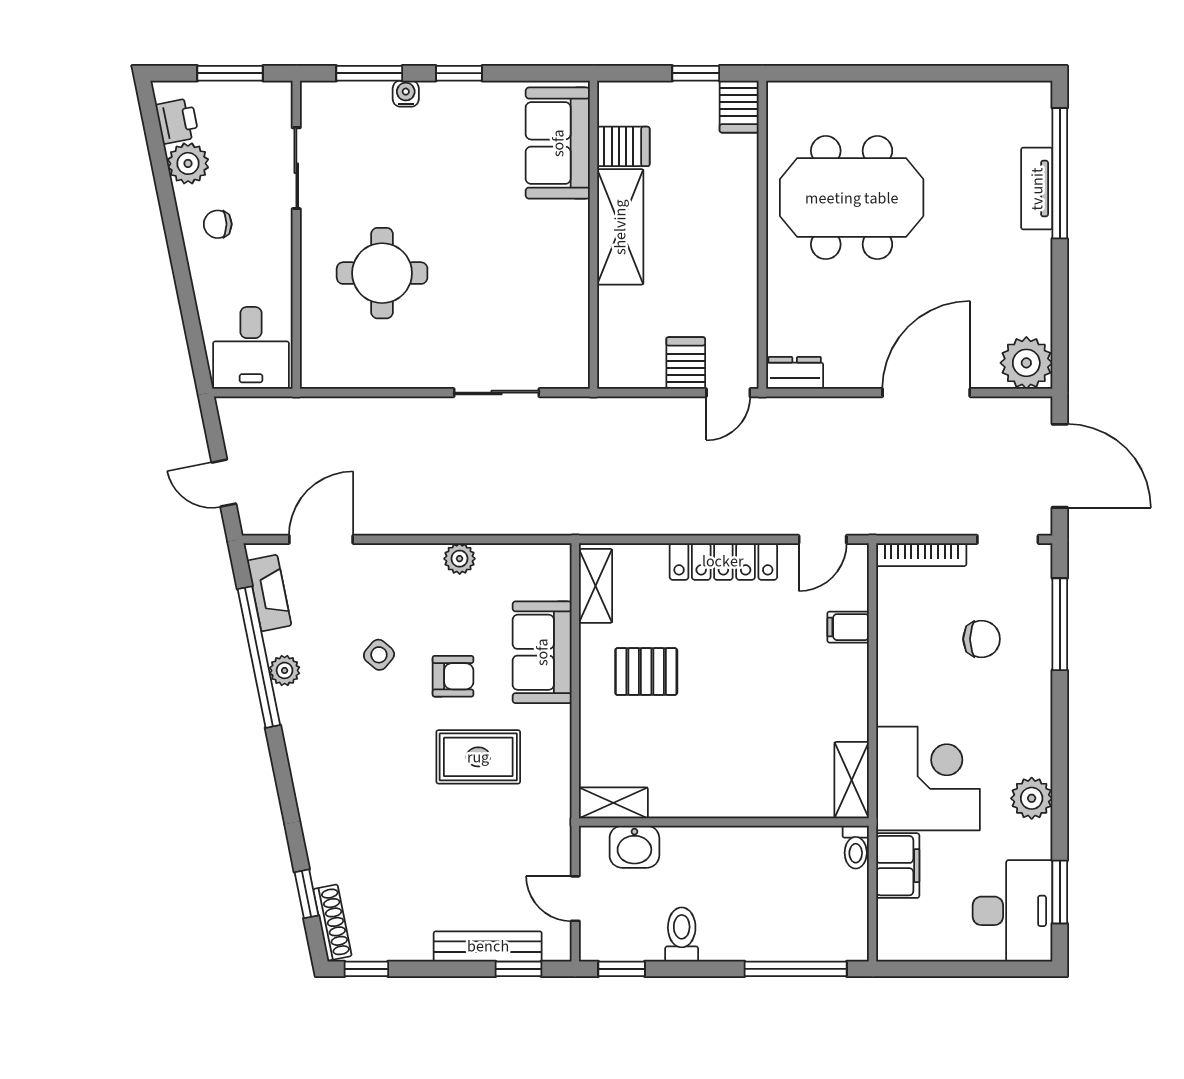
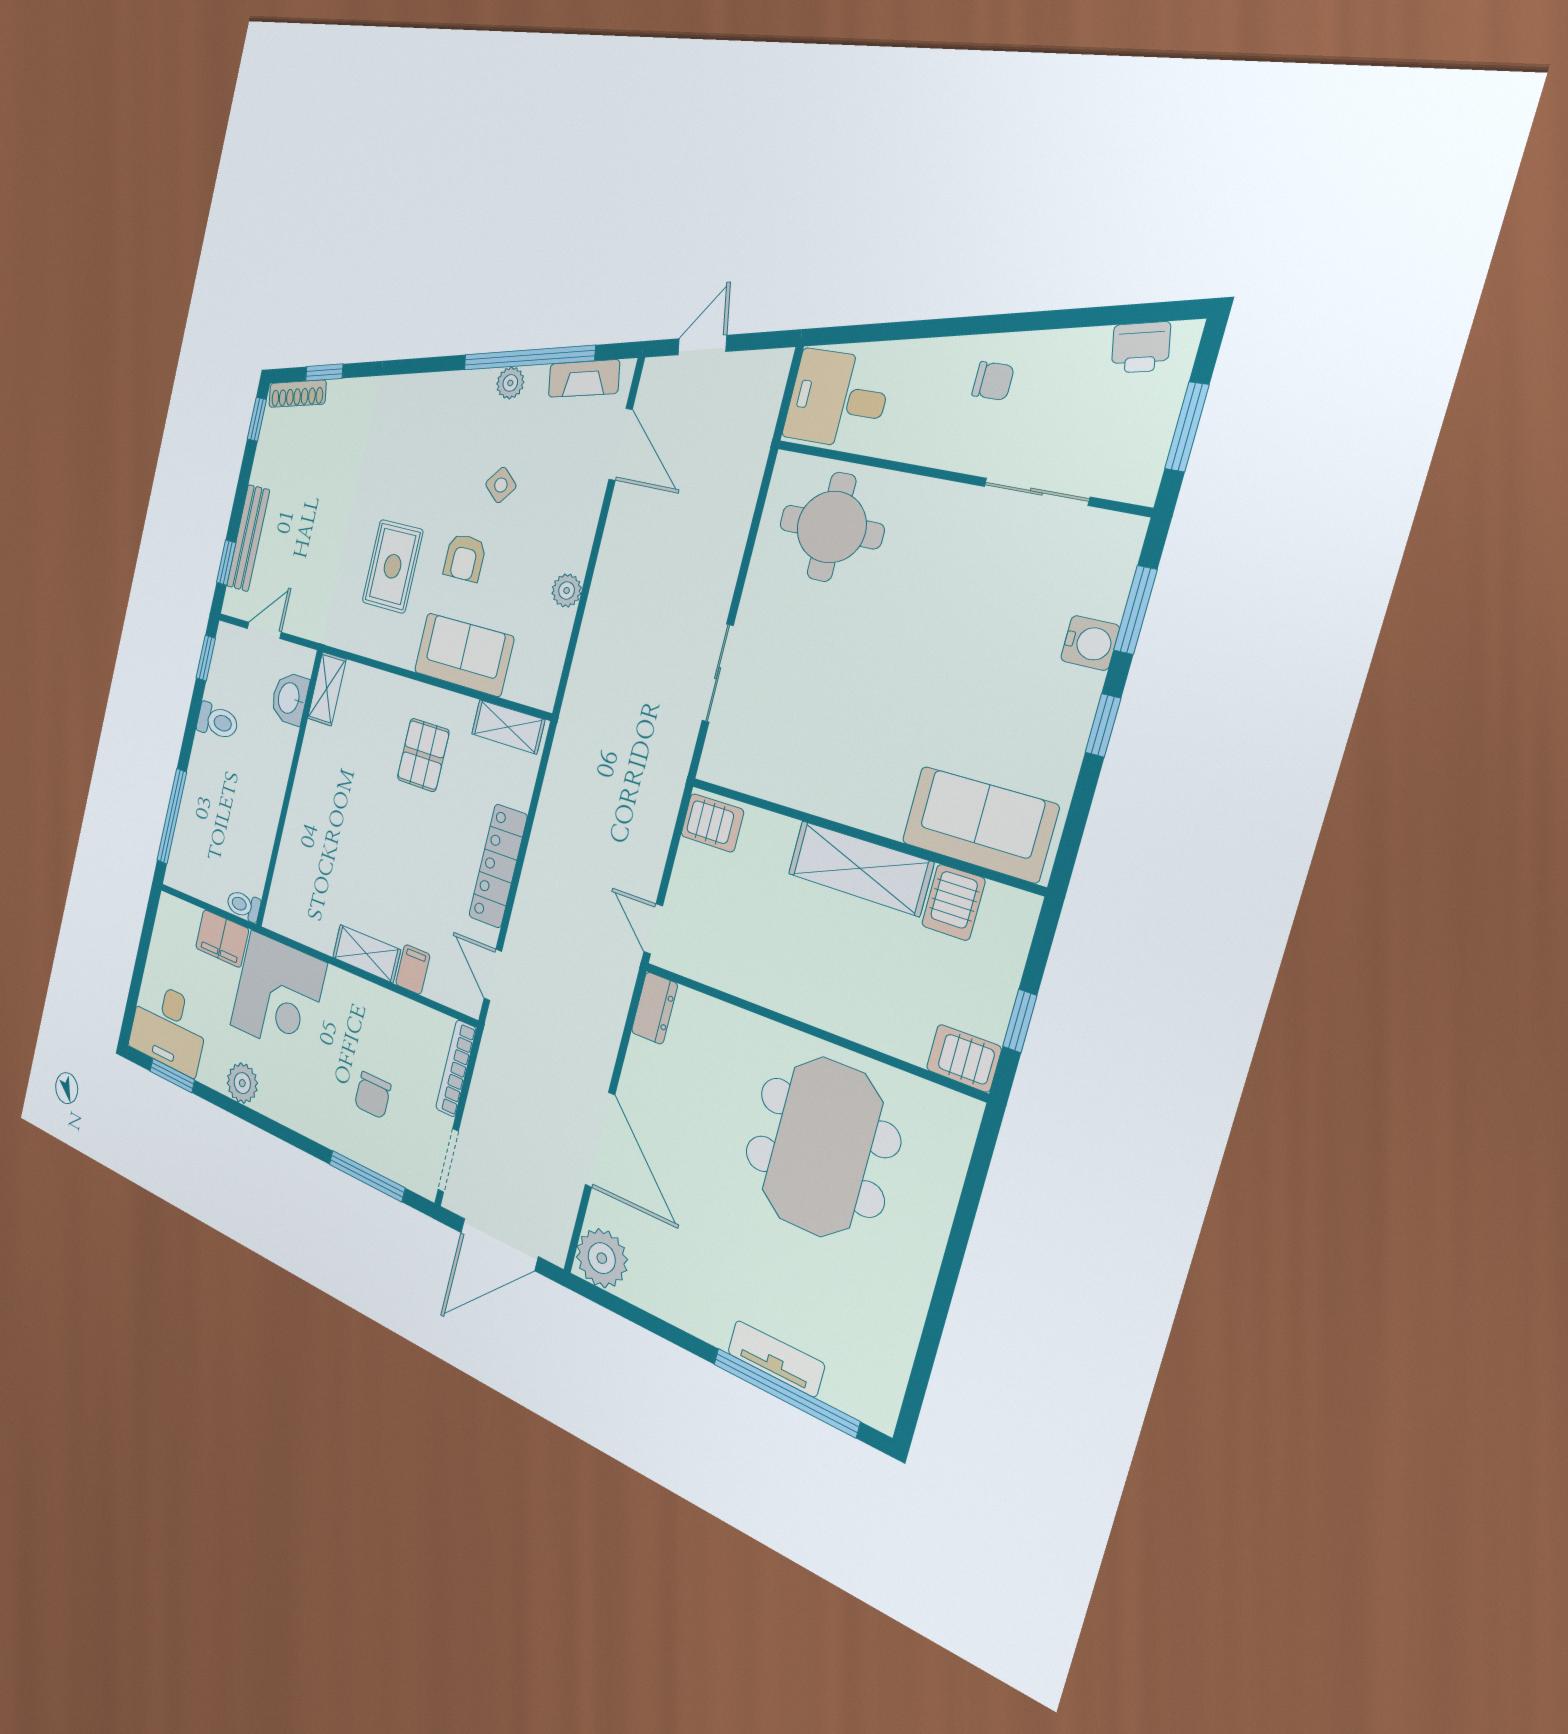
water cooler: (406, 94) -> (1090, 643), width x1.38, depth x1.38
plant: (188, 163) -> (1080, 354), removed
chair: (218, 224) -> (993, 381), turned 90
round table: (382, 273) -> (831, 527), moved
server rack: (686, 363) -> (712, 823), moved
shelving: (852, 780) -> (366, 954), moved

